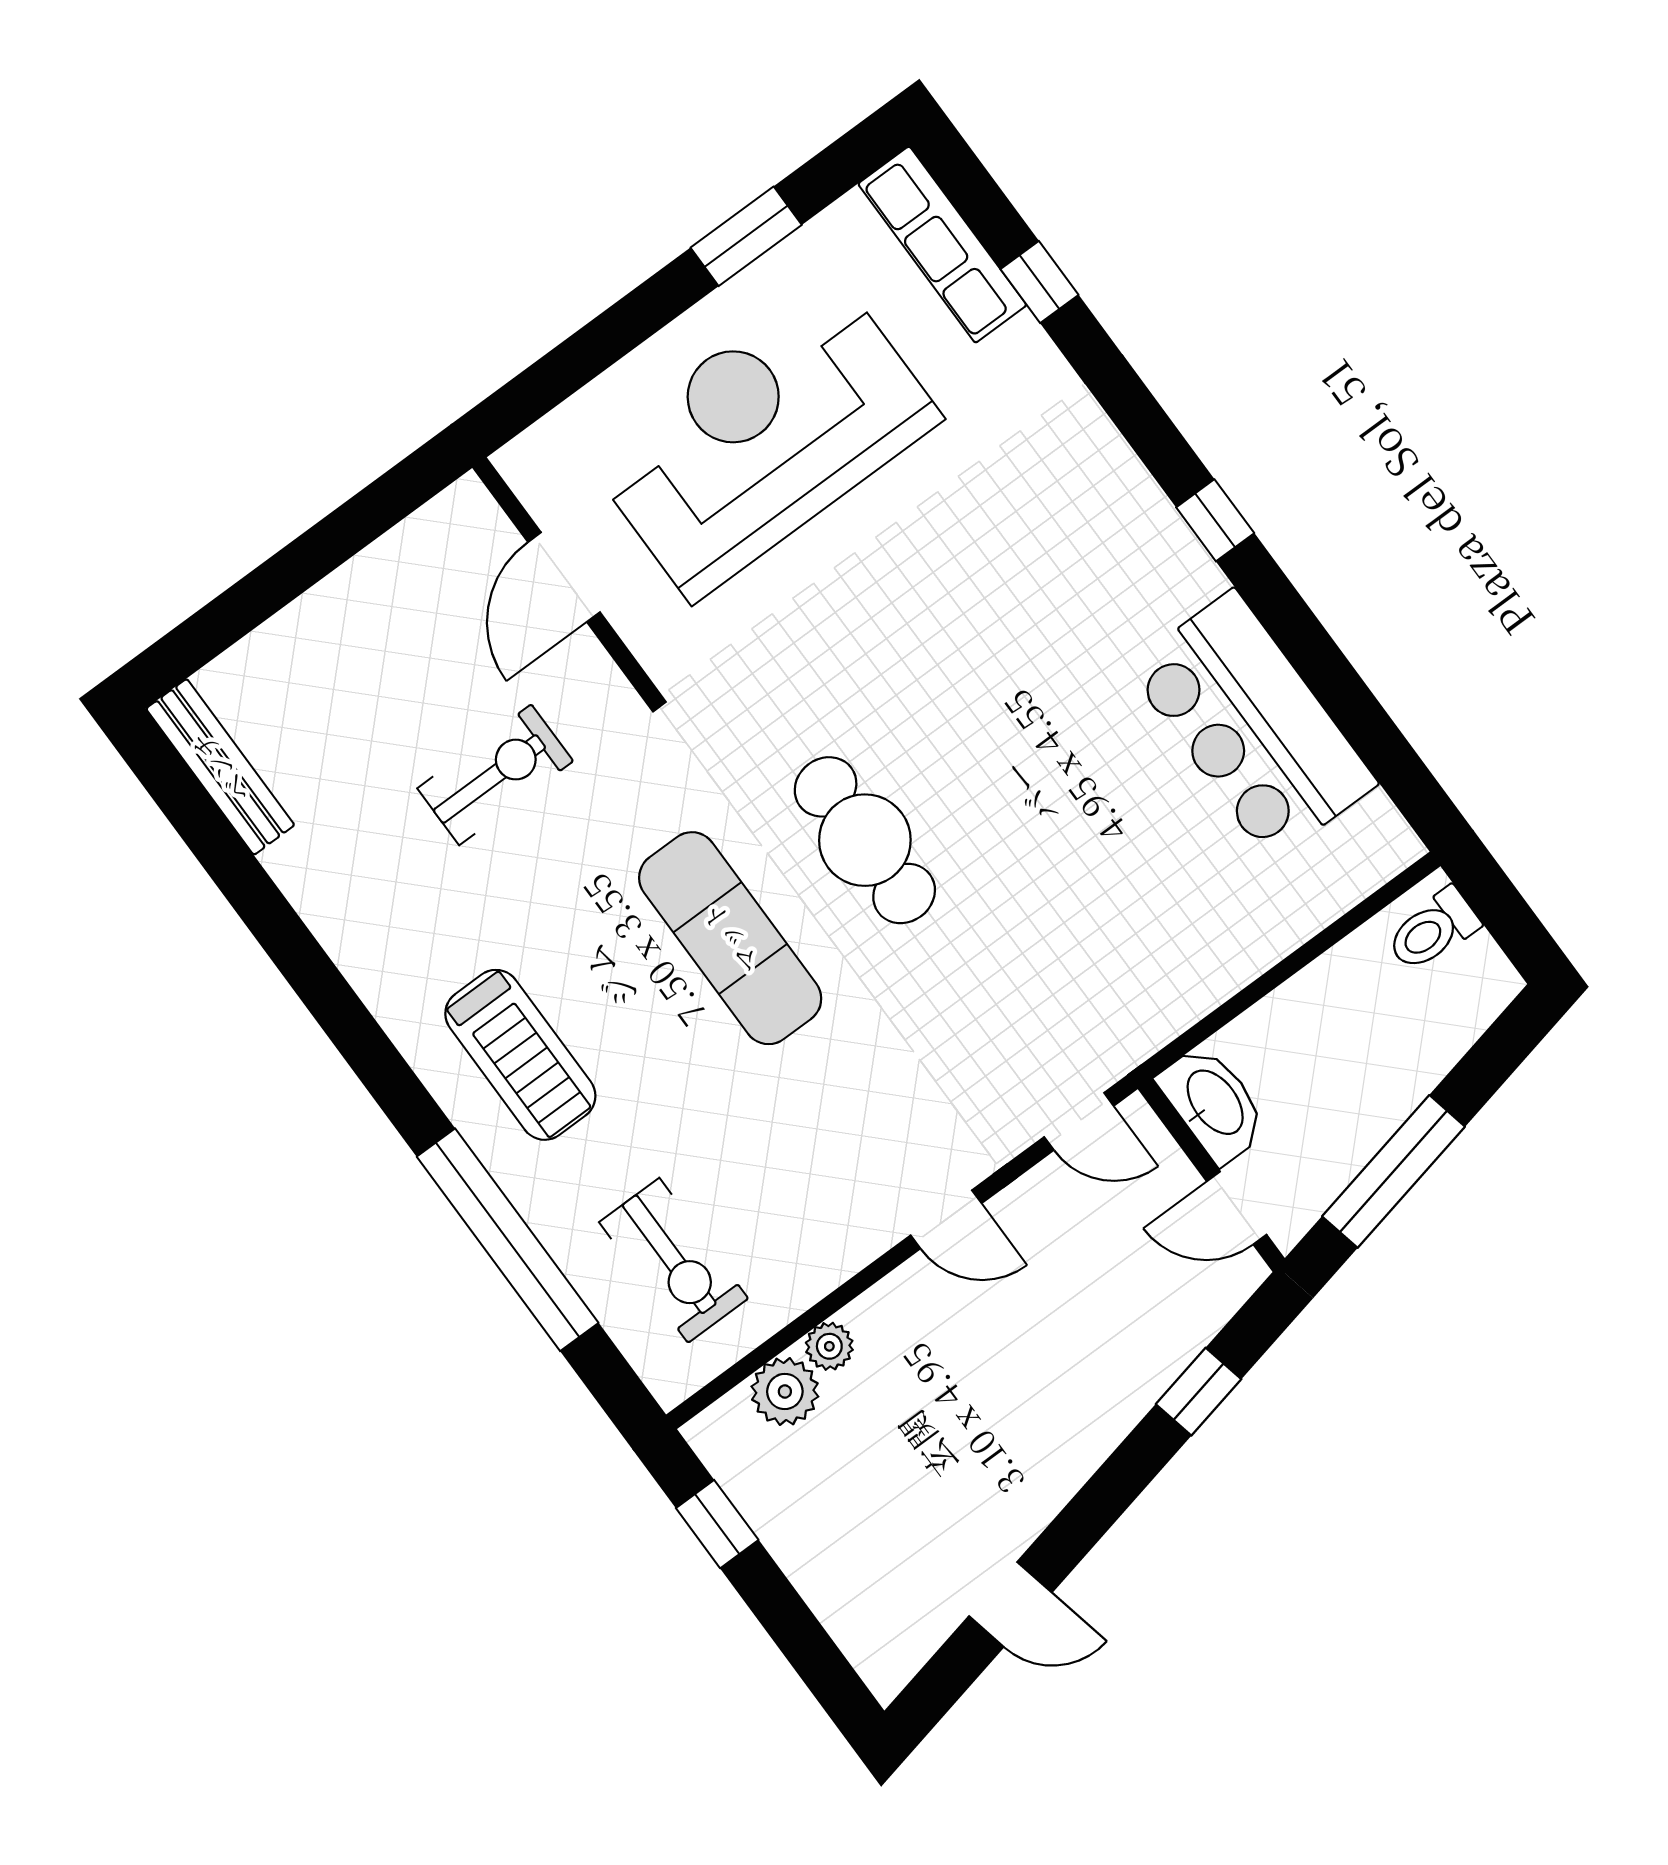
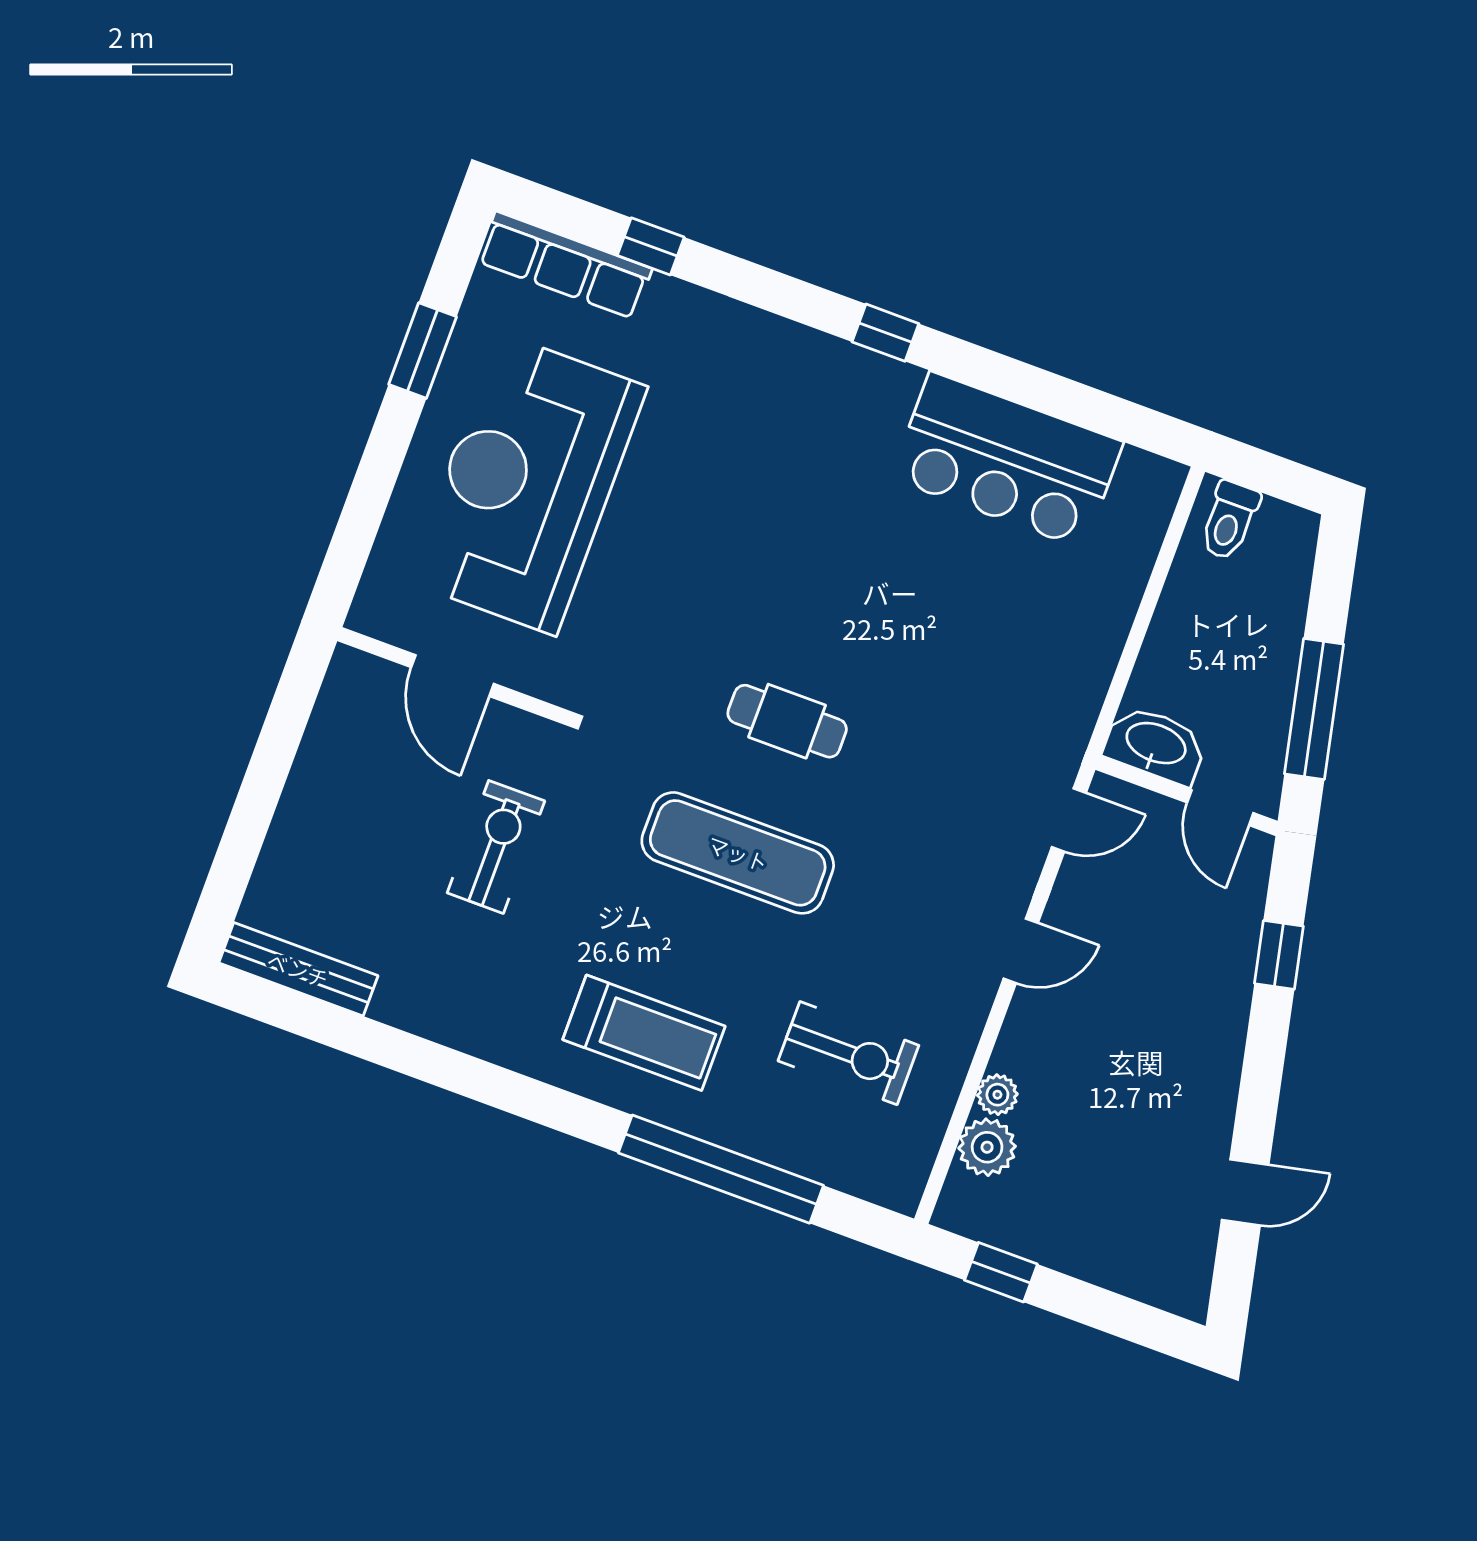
cafe table: (865, 840) -> (787, 721), width x0.73, depth x0.74
door: (1237, 1208) -> (1220, 808), hinge flipped
exercise bike: (674, 1260) -> (848, 1053), moved

